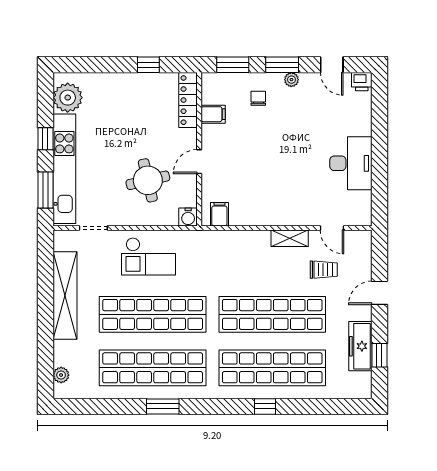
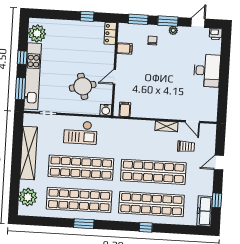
door: (332, 65) -> (198, 23), swing flipped
locker: (188, 100) -> (110, 33), width x0.66
desk: (351, 163) -> (207, 71), moved
freezer: (360, 346) -> (205, 211), moved
plant: (61, 375) -> (28, 197), width x1.88, depth x1.88

